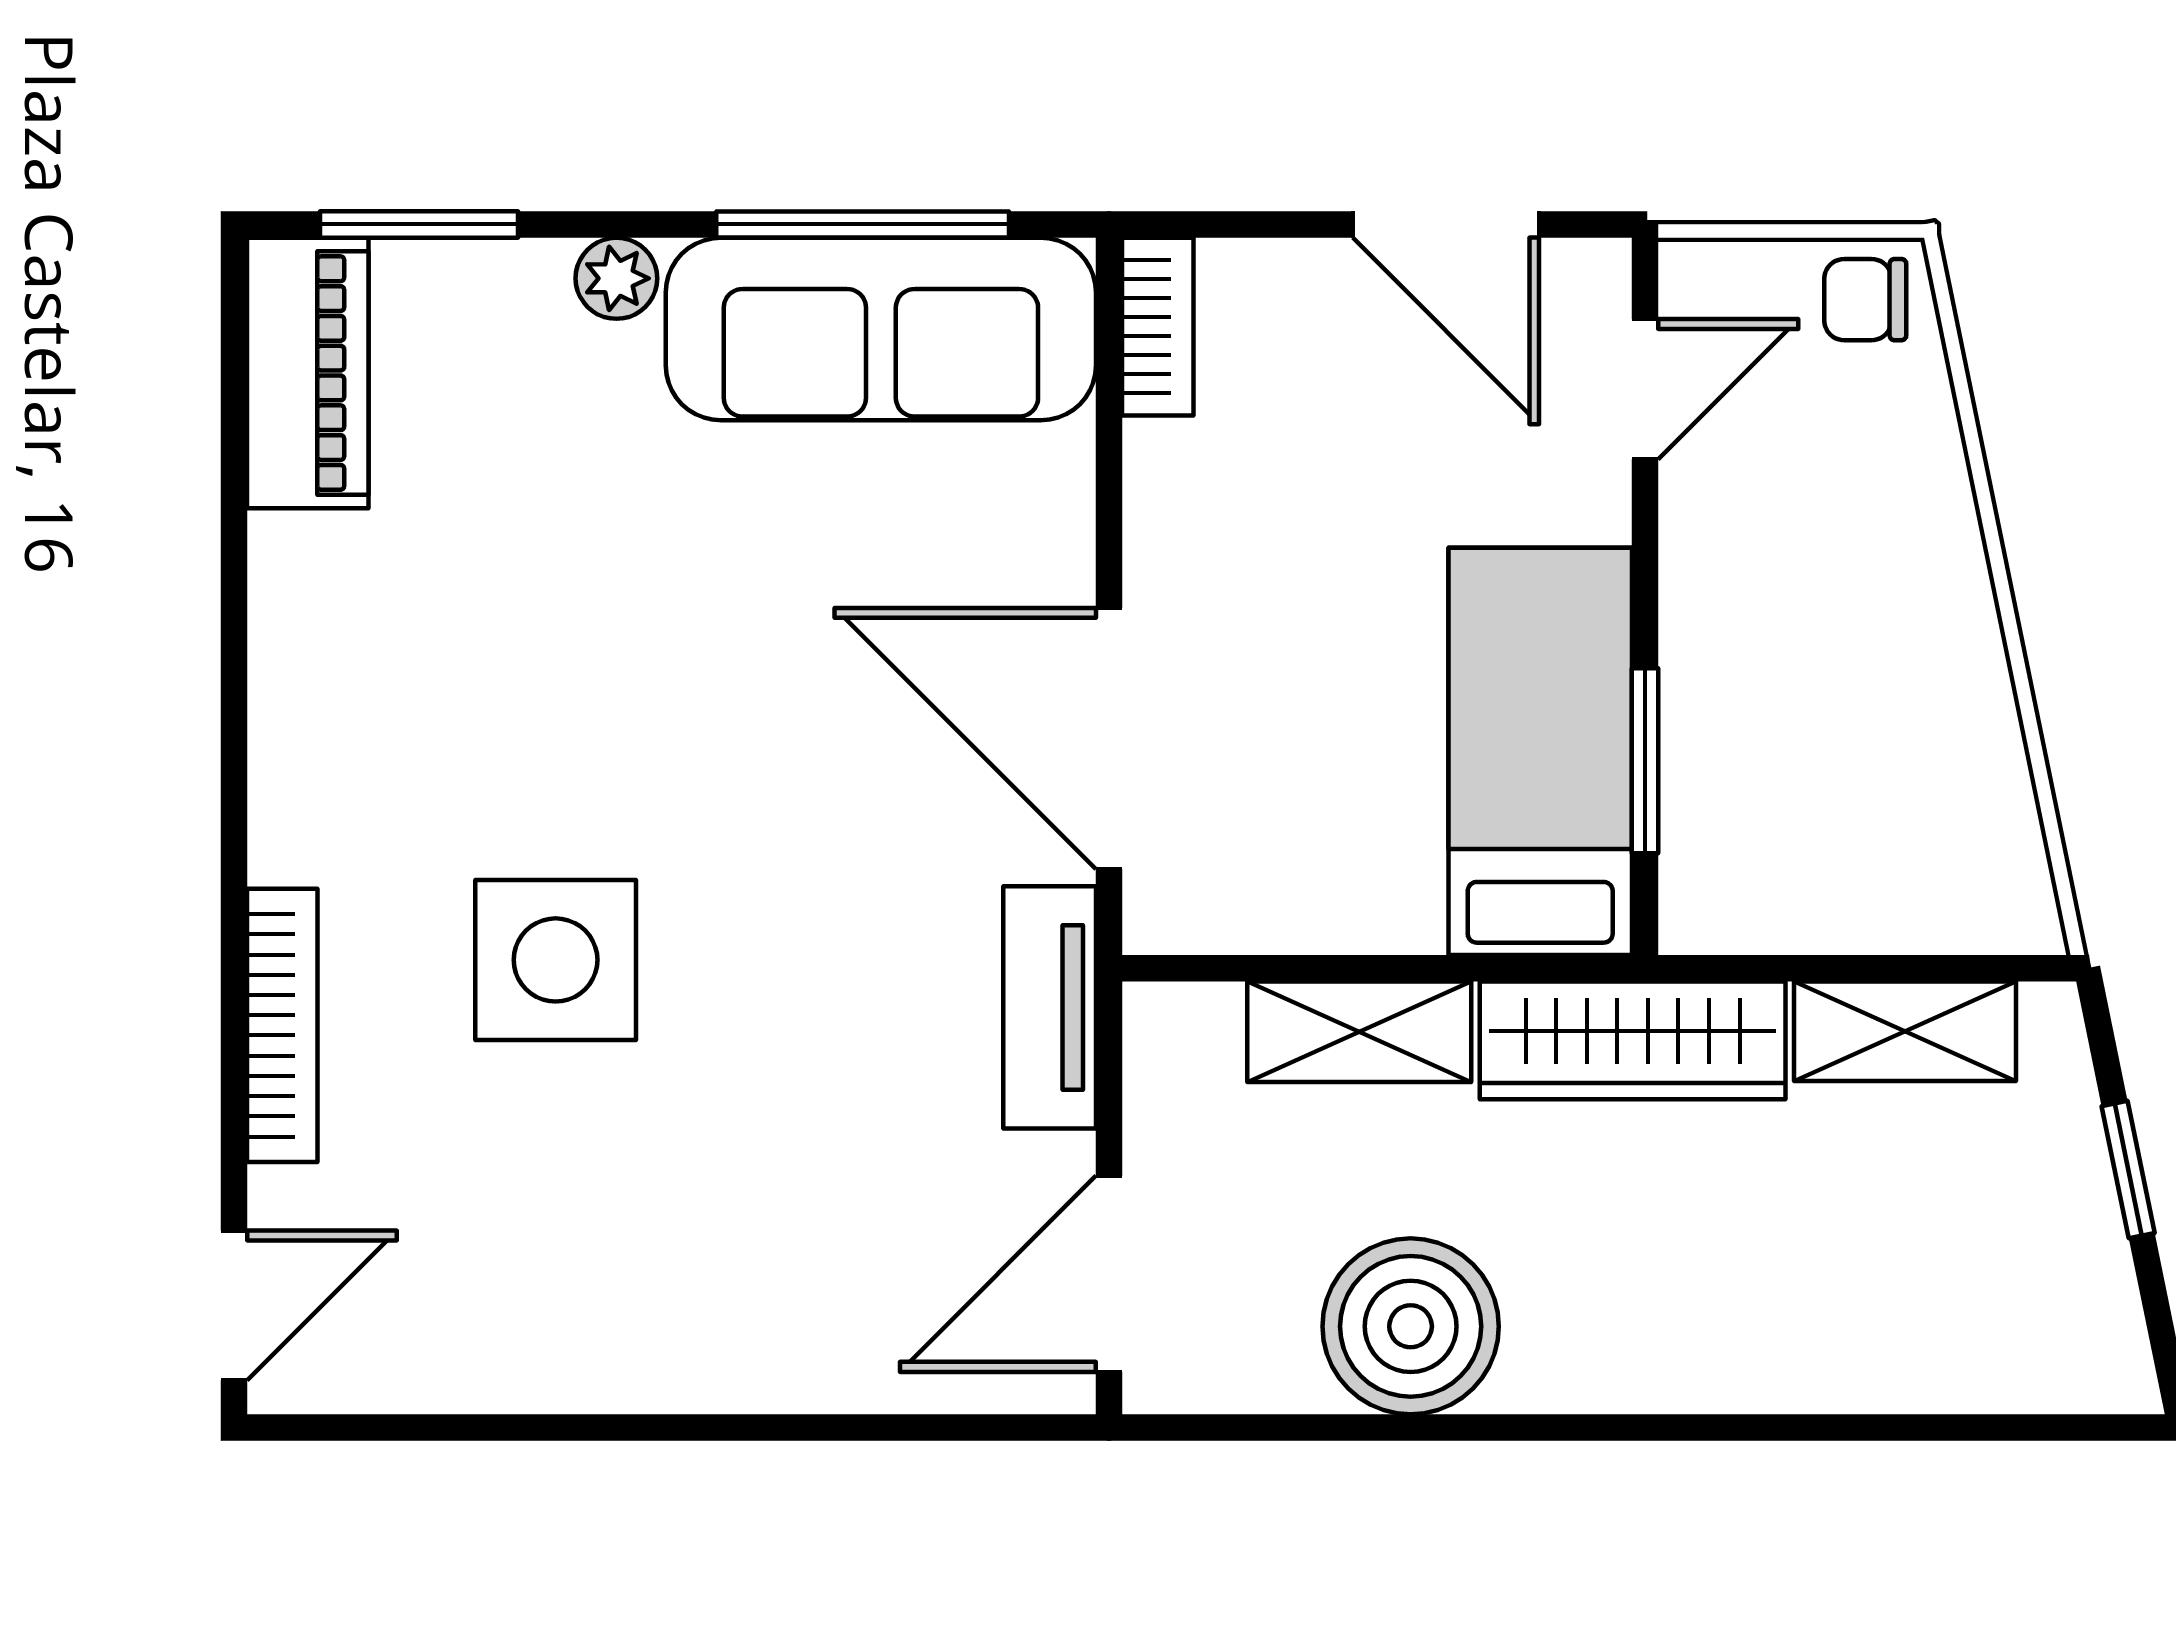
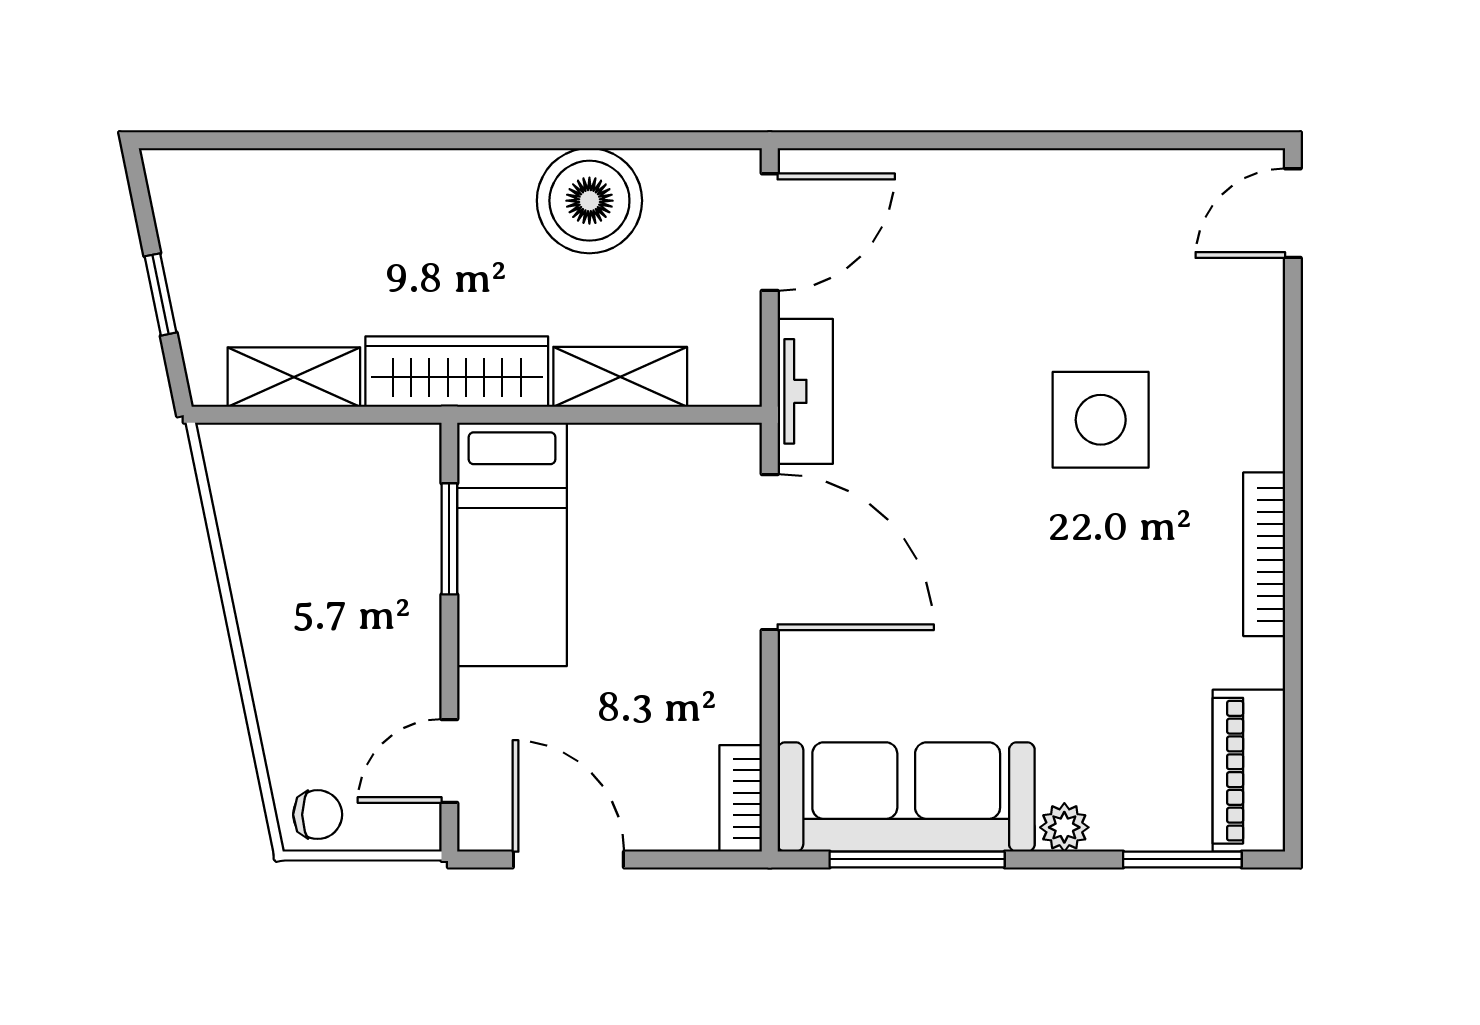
bookcase: (282, 1025) -> (1264, 554), moved

